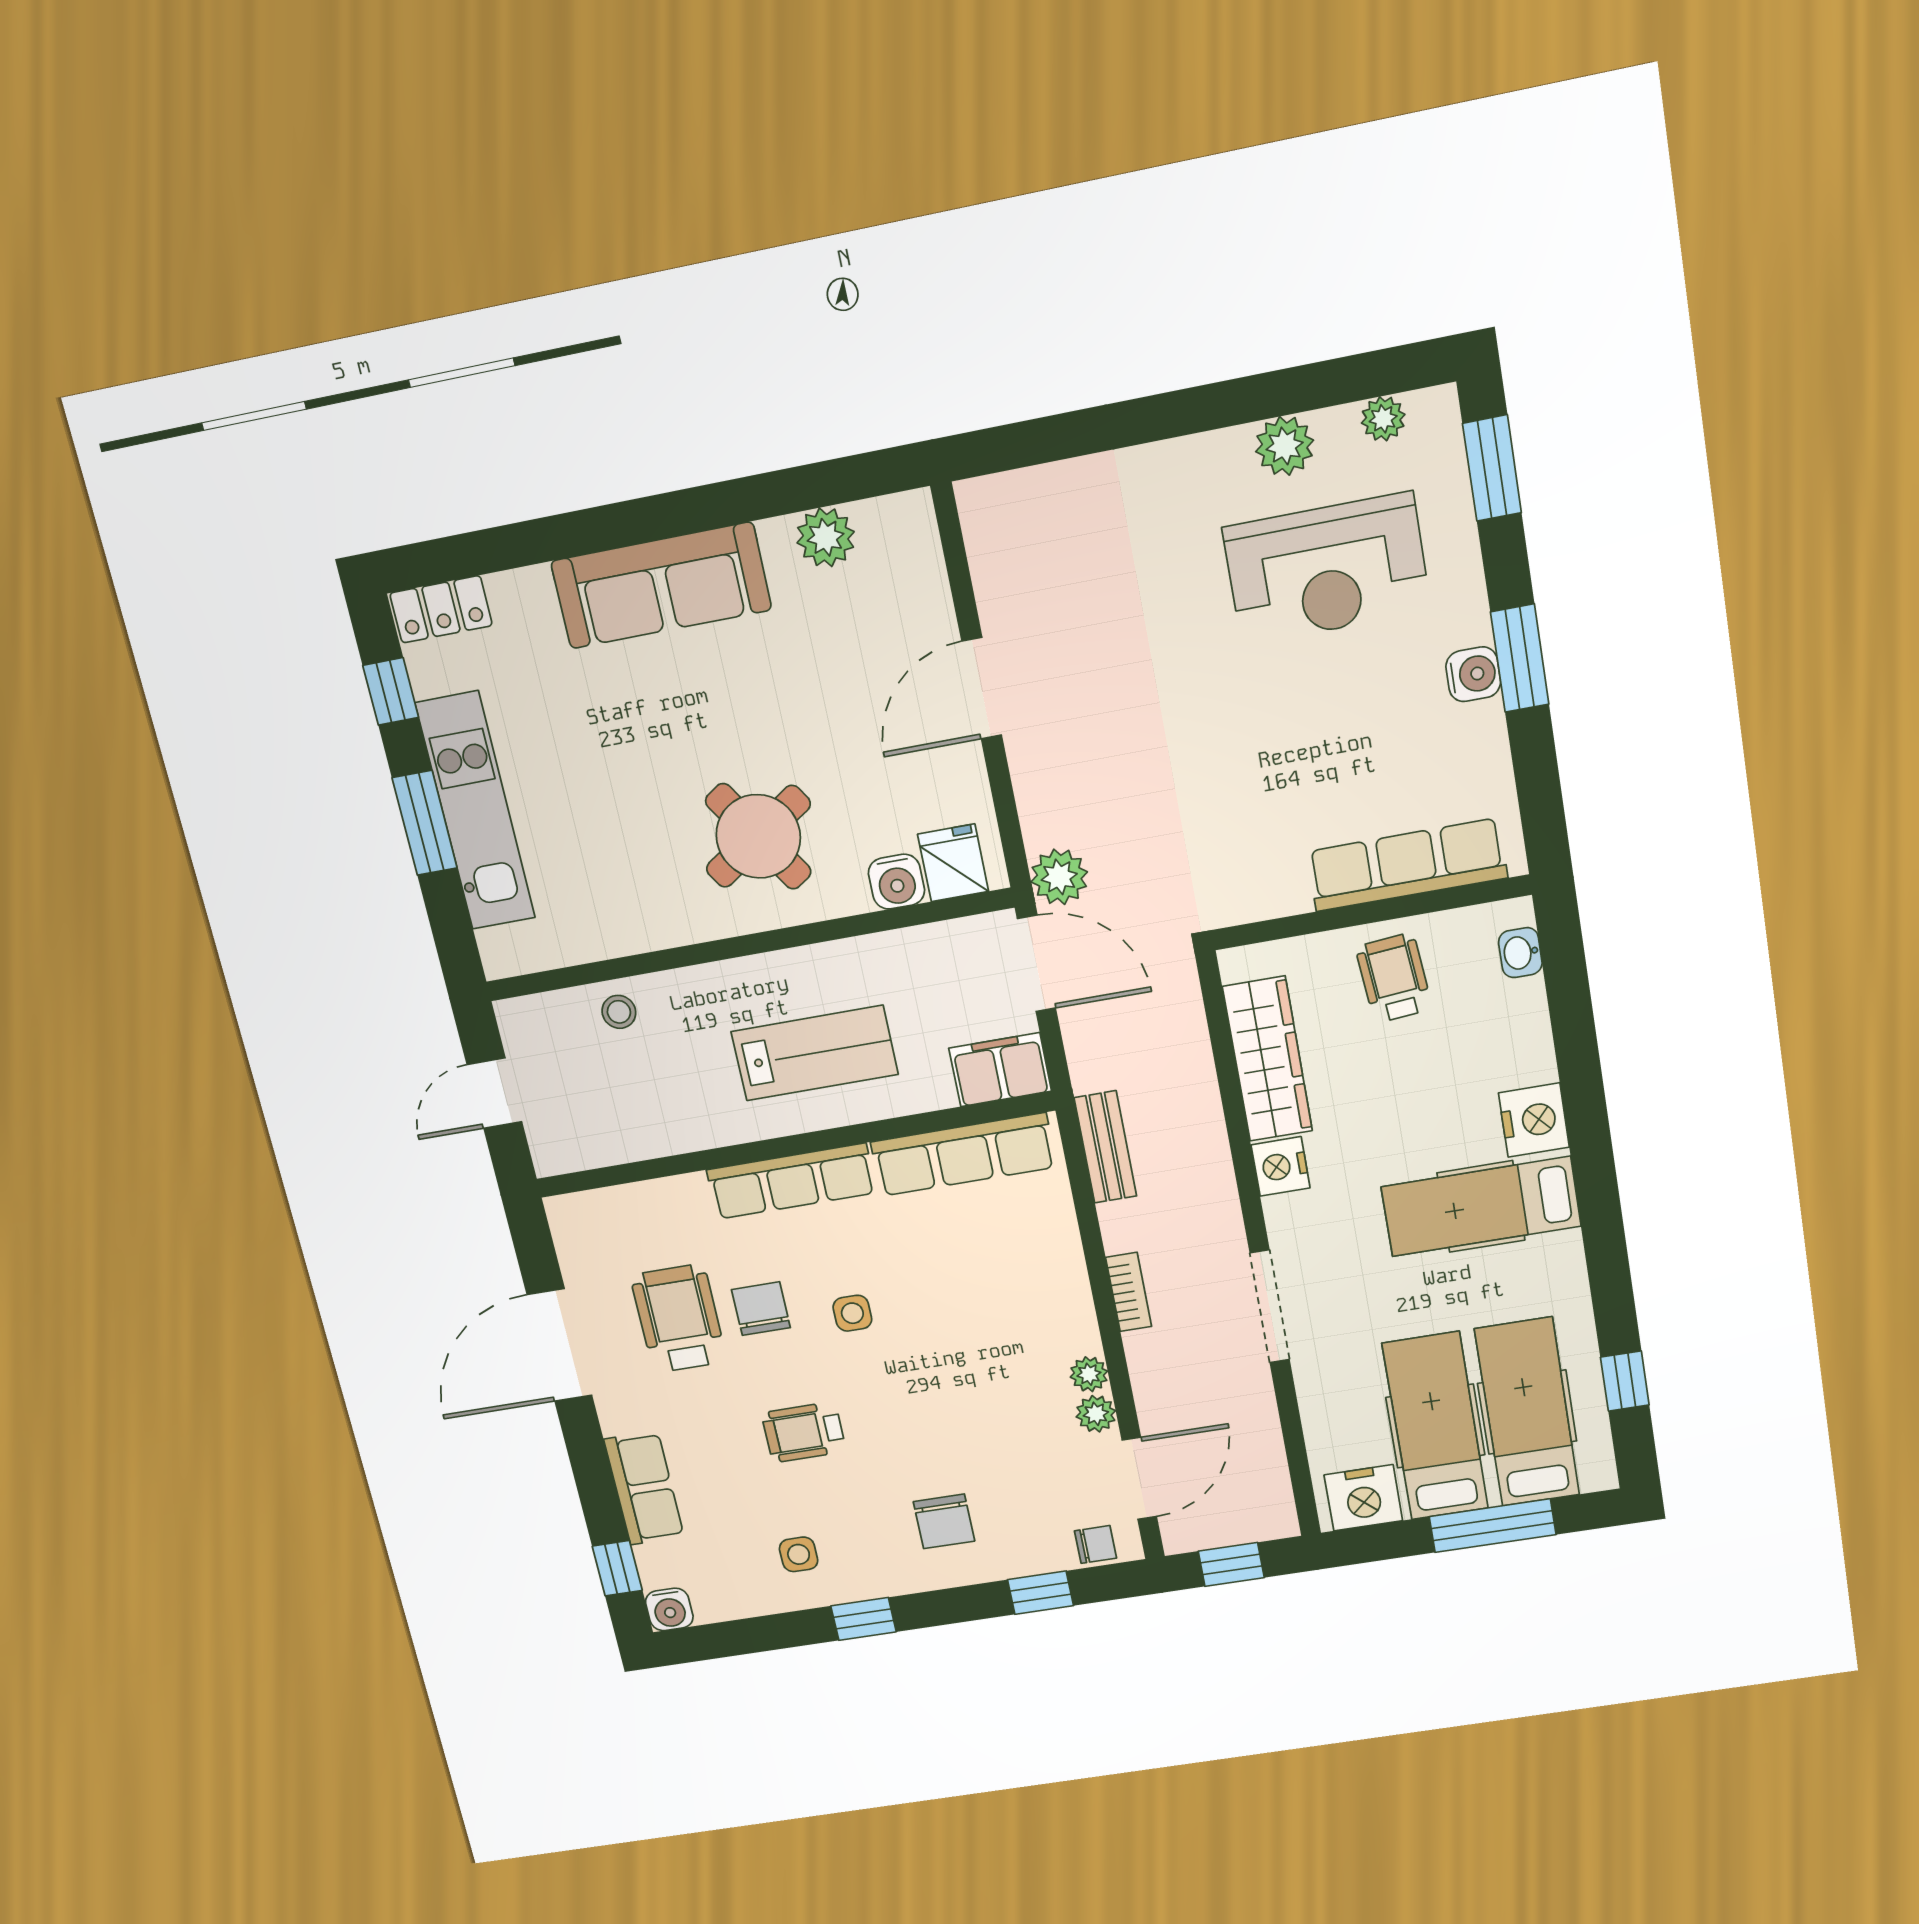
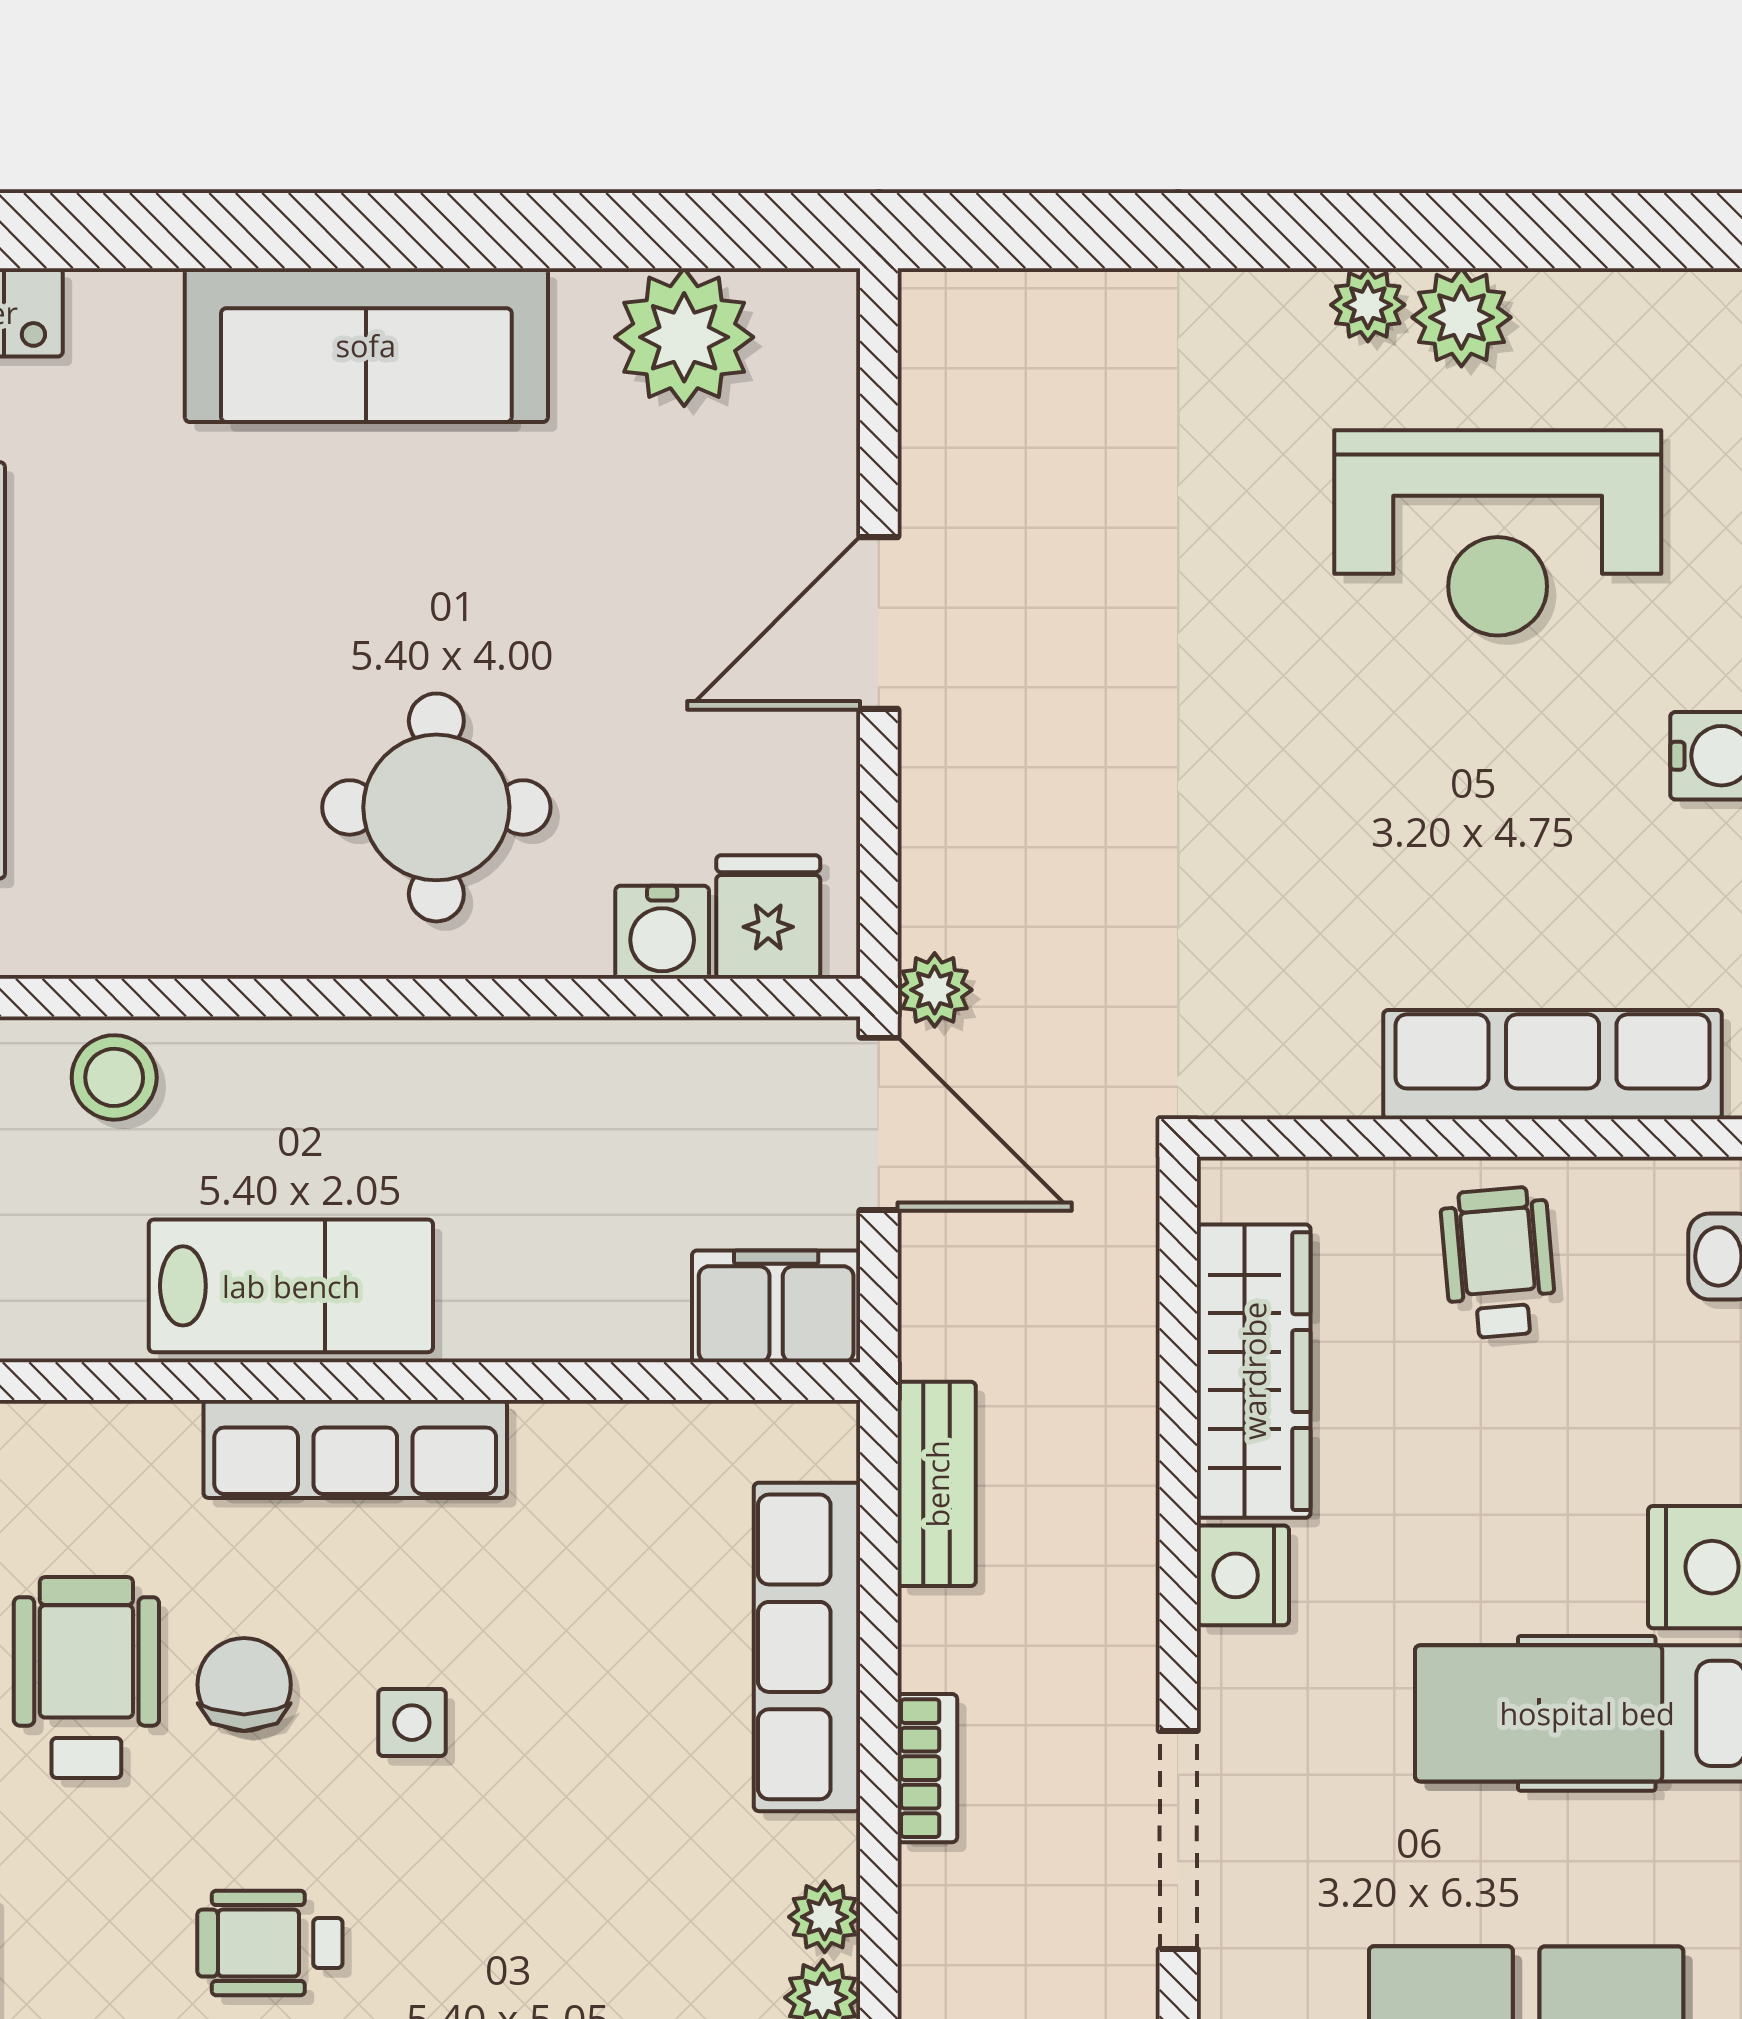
plant: (1383, 419) -> (1368, 305), moved
plant: (826, 537) -> (684, 337), width x1.36, depth x1.36
round table: (758, 836) -> (436, 807), turned 33
plant: (1059, 877) -> (935, 990), width x0.73, depth x0.73
stool: (619, 1012) -> (114, 1077), width x1.37, depth x1.37
lab bench: (815, 1053) -> (291, 1286), moved
row of seats: (964, 1154) -> (807, 1647), moved, turned 90

